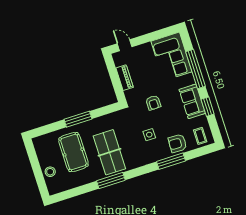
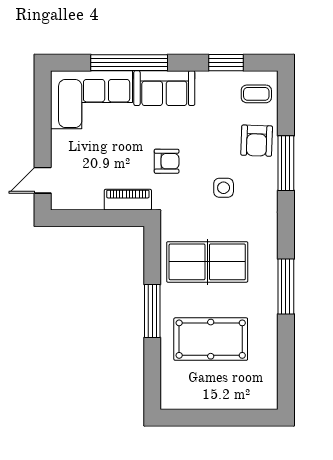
piano: (125, 78) -> (128, 200), moved
sofa: (192, 101) -> (164, 88), moved
window: (208, 107) -> (226, 63), moved
table tennis table: (109, 152) -> (207, 262), moved
stool: (50, 172) -> (233, 394), removed

